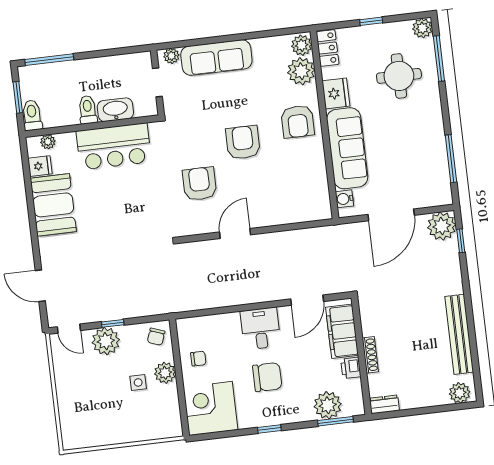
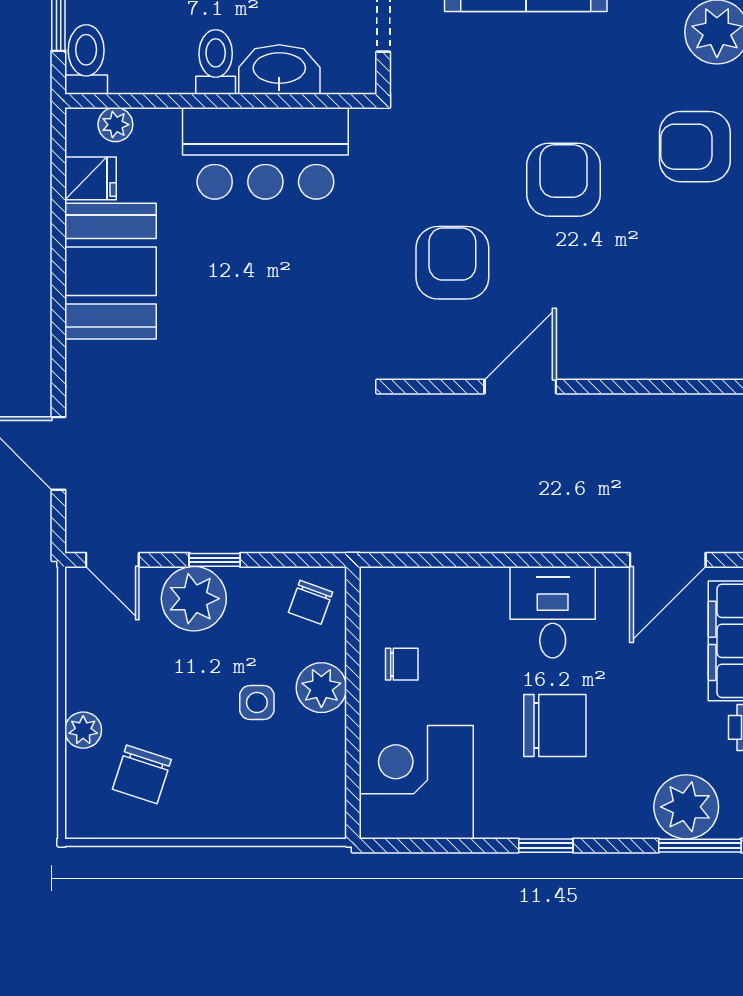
armchair: (298, 122) -> (695, 147), turned 90
plant: (65, 403) -> (83, 730), added
chair: (92, 419) -> (142, 774), added

